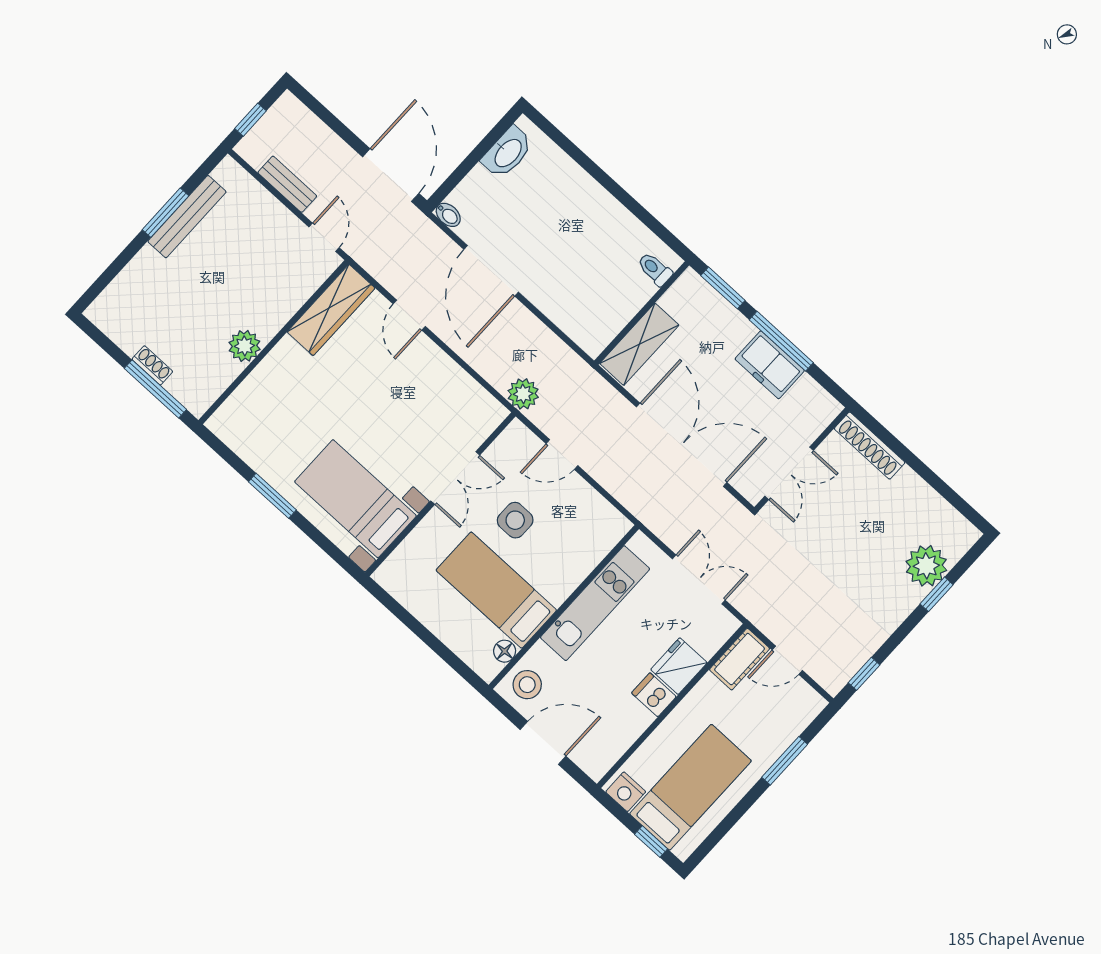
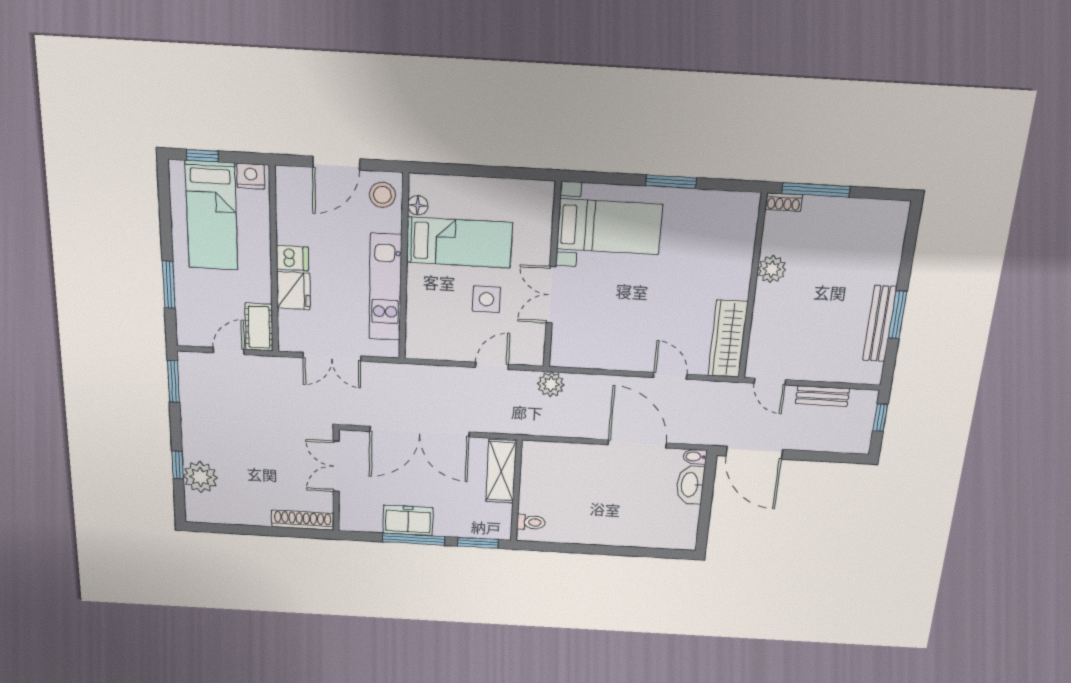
washbasin: (508, 152) -> (690, 485), moved
shoe rack: (152, 365) -> (784, 202), moved
window: (864, 674) -> (173, 381), width x1.50

